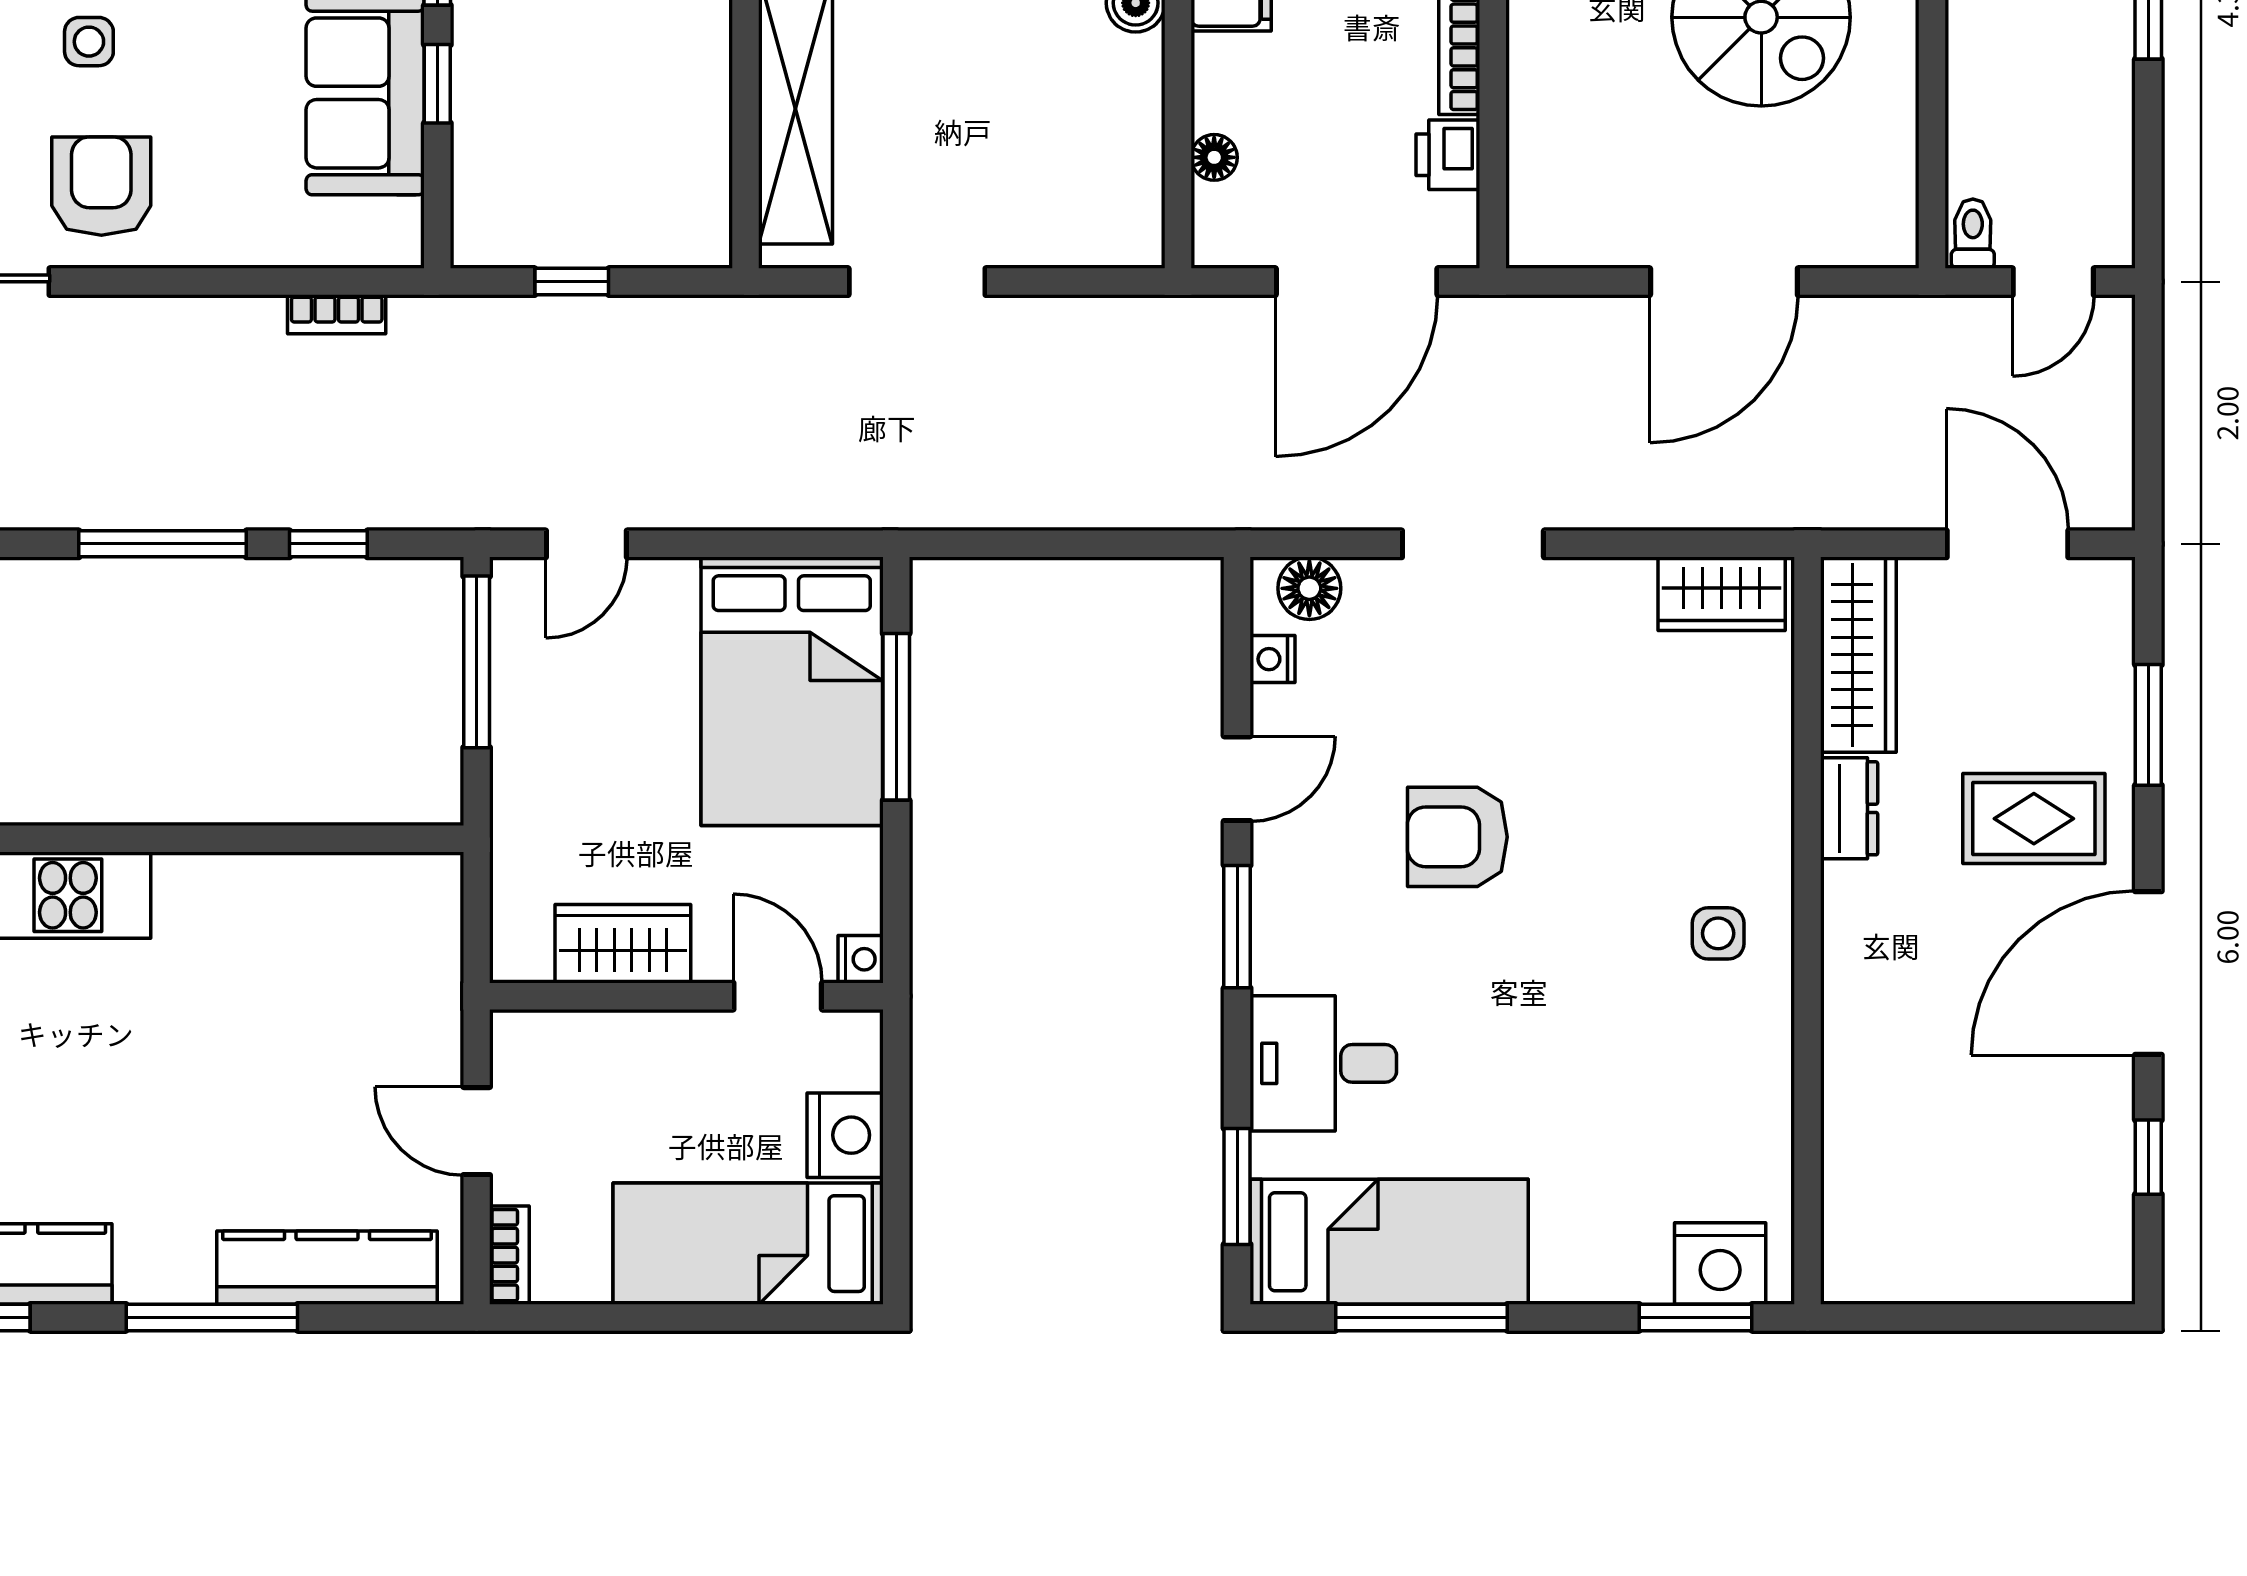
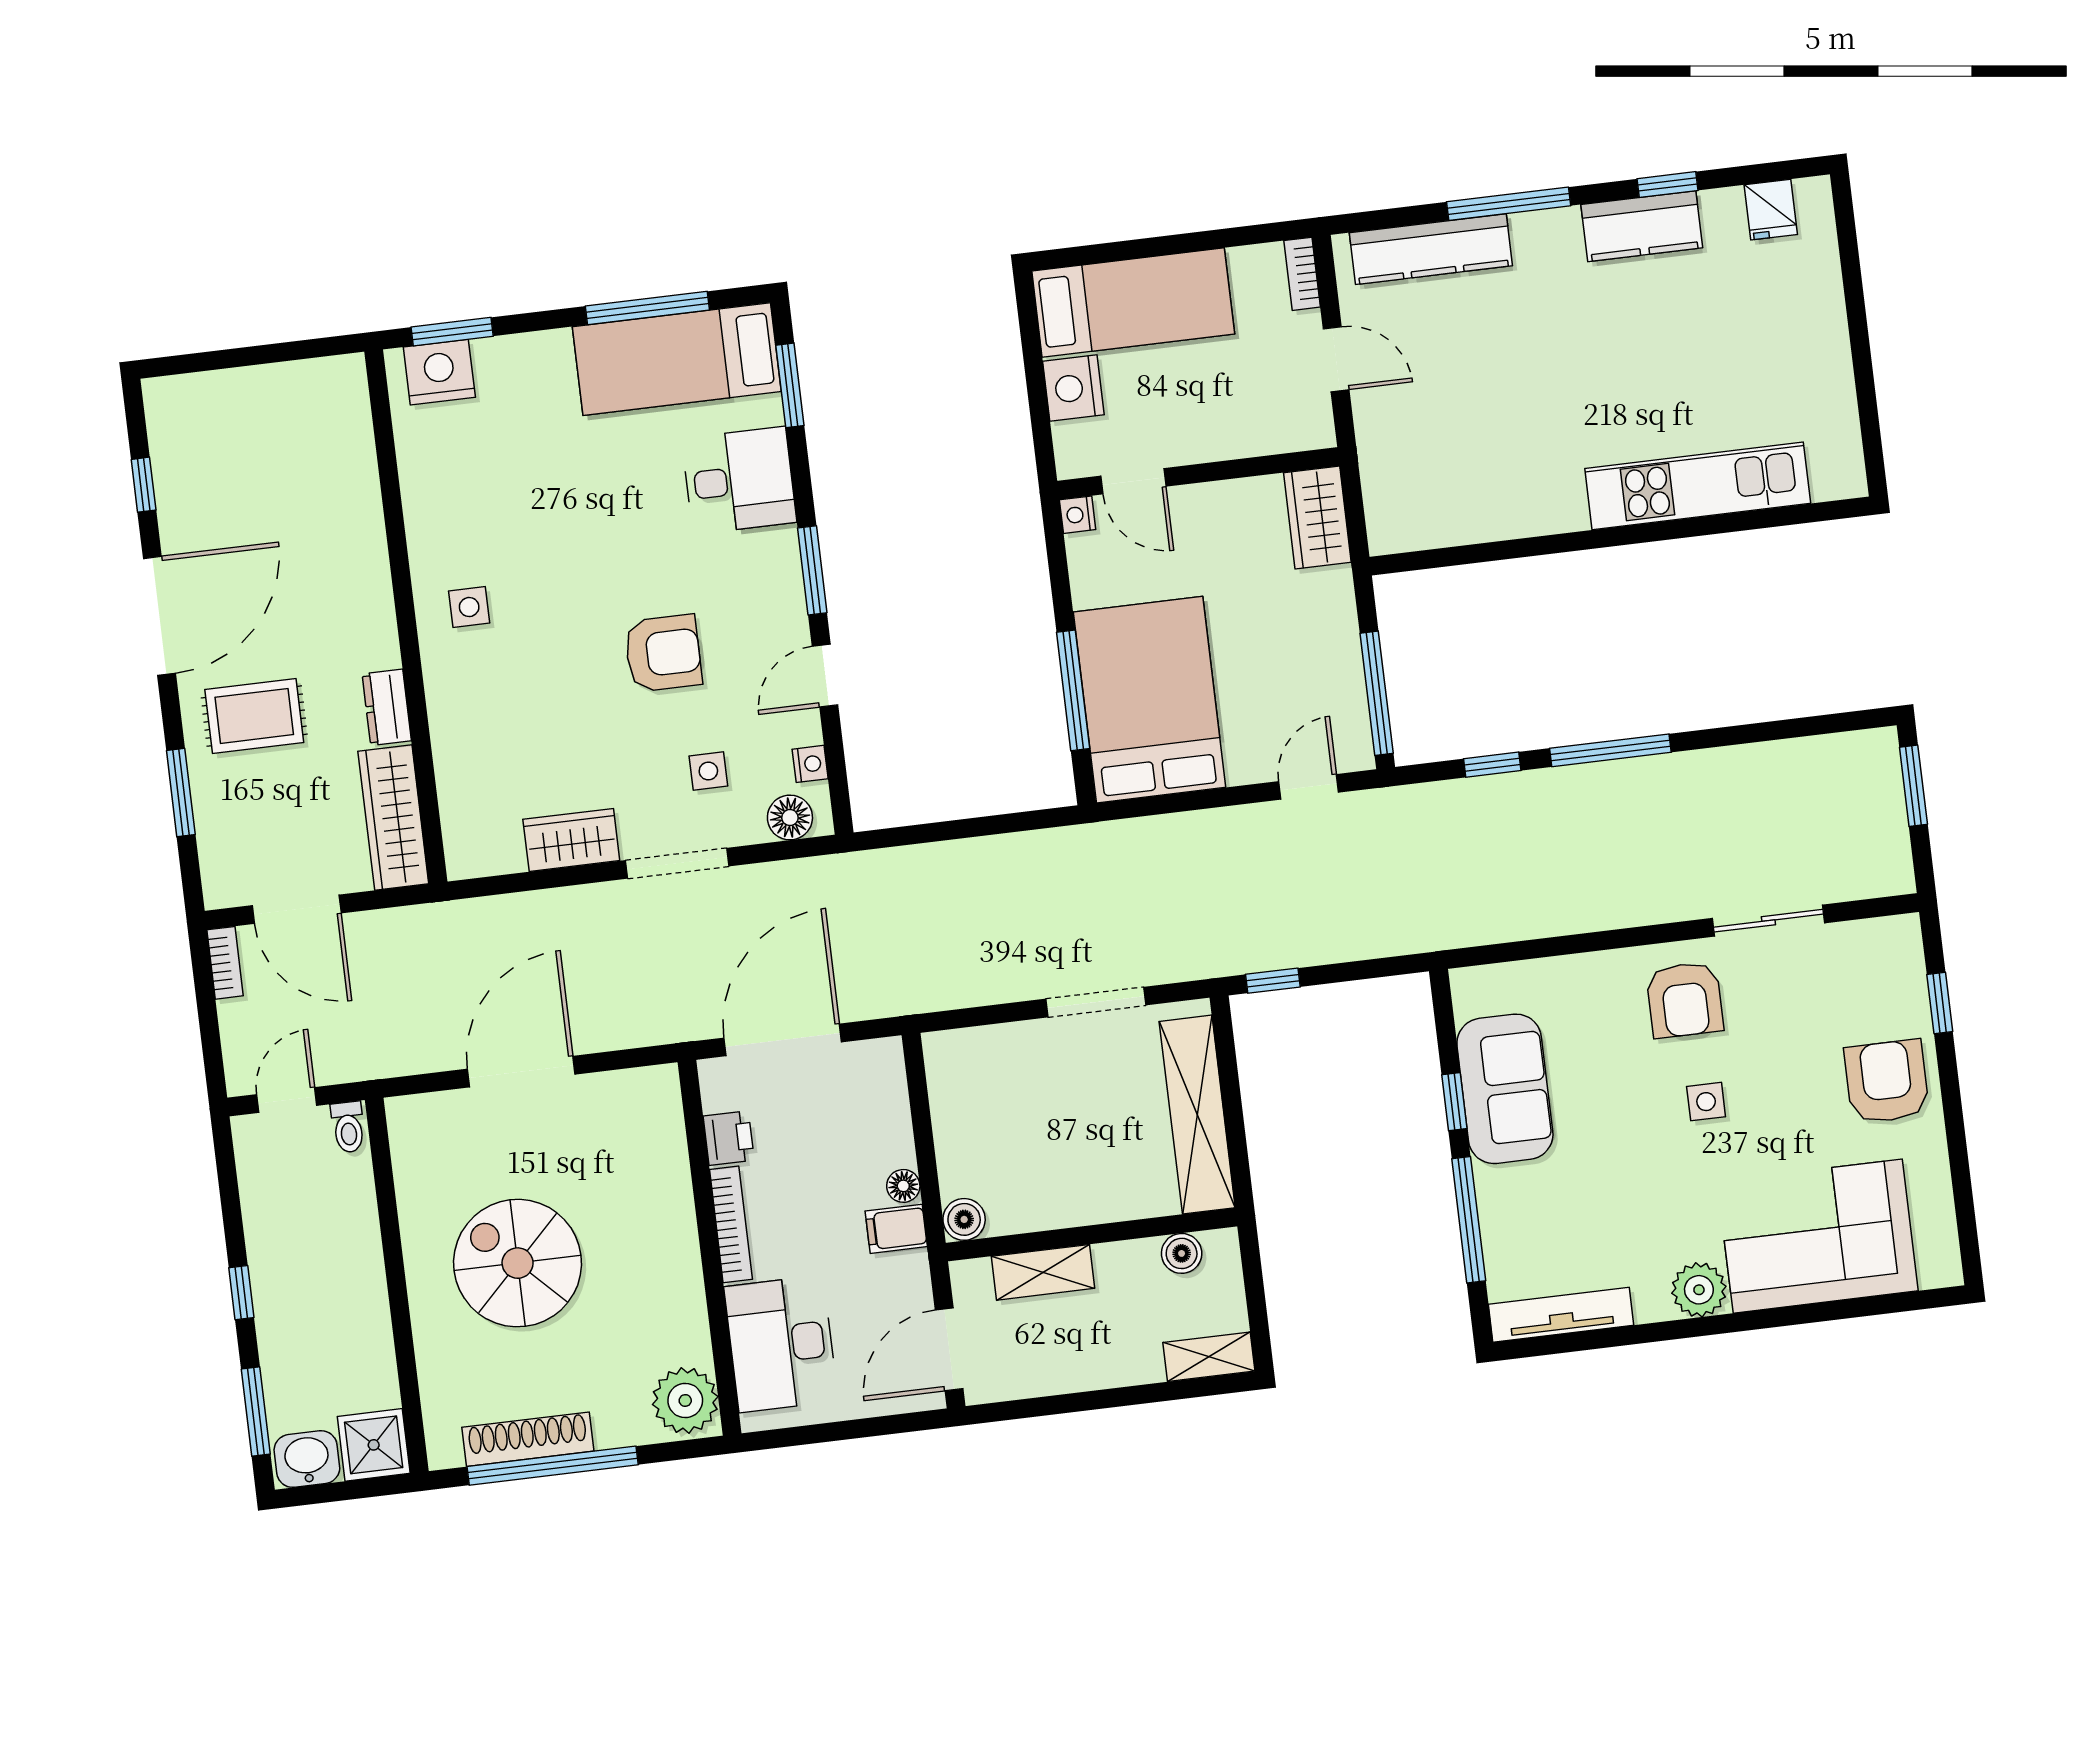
floor lamp: (1214, 157) -> (903, 1186), moved
window: (572, 282) -> (1273, 981), moved
bookcase: (337, 314) -> (225, 963), moved, turned 90
wardrobe: (1722, 594) -> (571, 840), moved
side table: (1415, 666) -> (708, 771), added
wardrobe: (623, 944) -> (1317, 517), moved, turned 90

